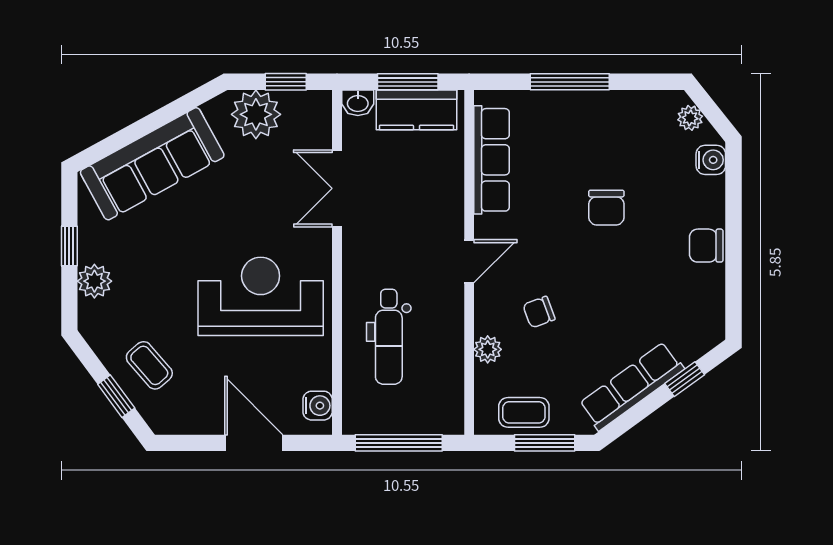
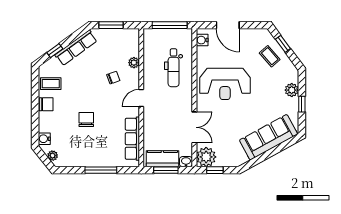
plant: (256, 114) -> (206, 157), moved
dental chair: (389, 337) -> (174, 68), turned 180
coffee table: (524, 412) -> (51, 84), moved

